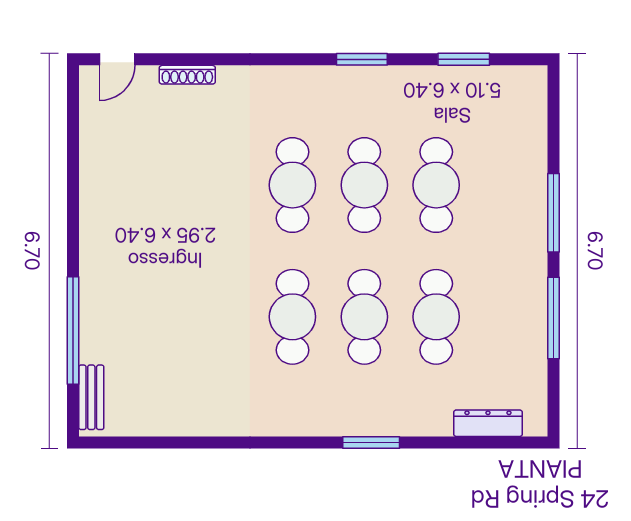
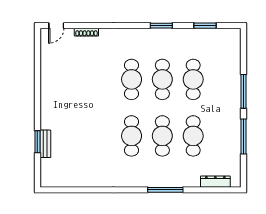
window: (73, 330) -> (37, 142), width x0.47
bench: (91, 397) -> (45, 144), moved
window: (371, 443) -> (165, 190), width x1.44

